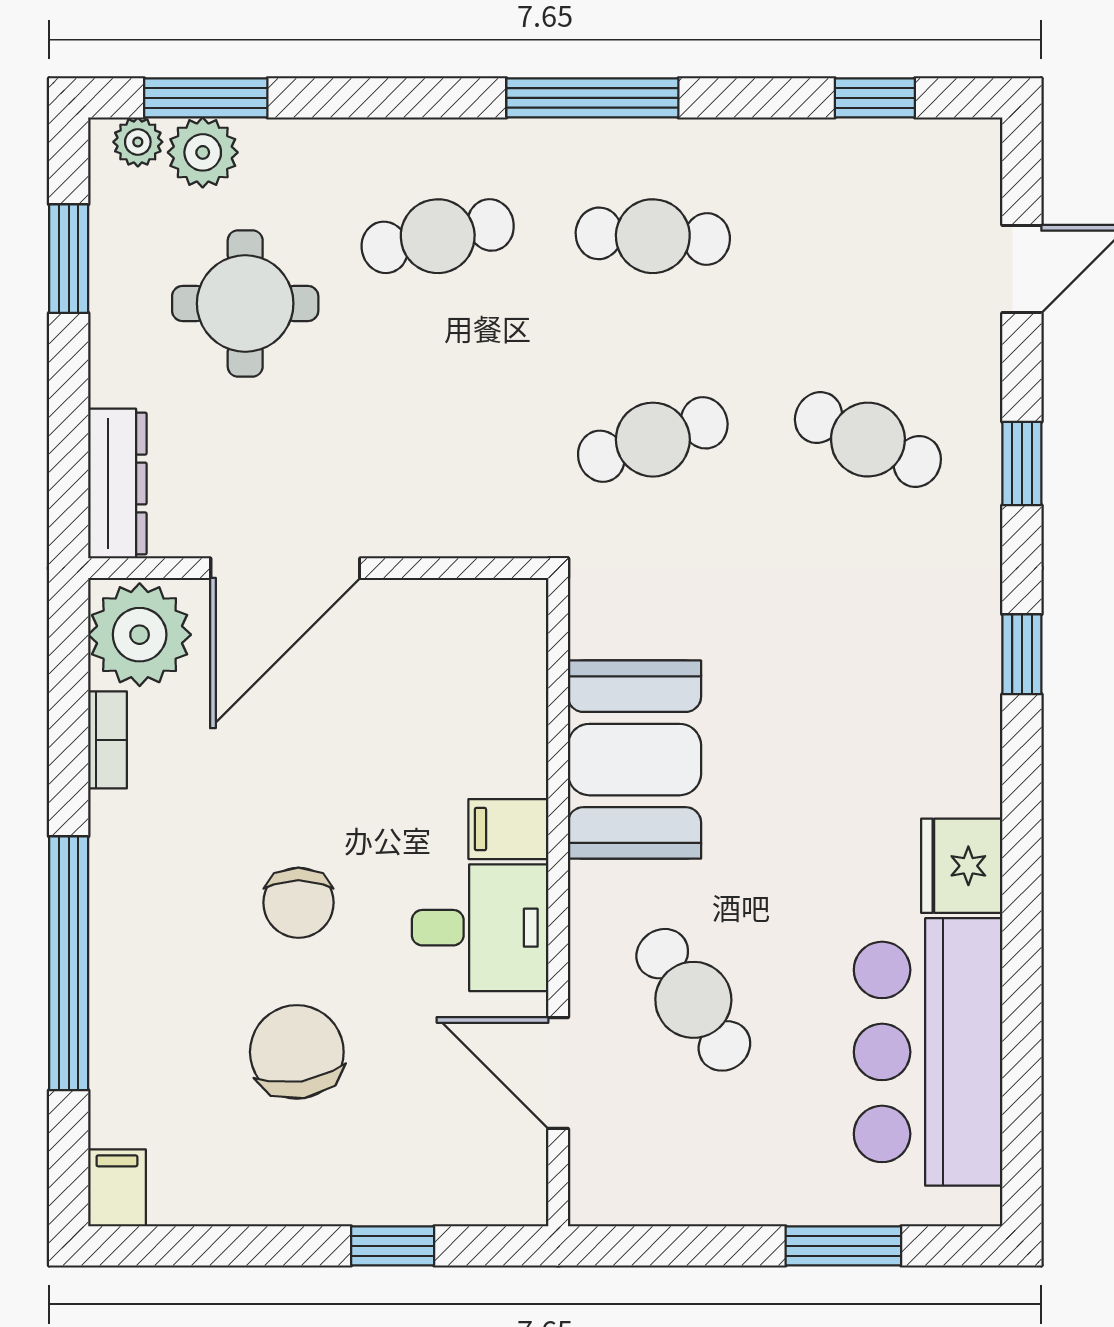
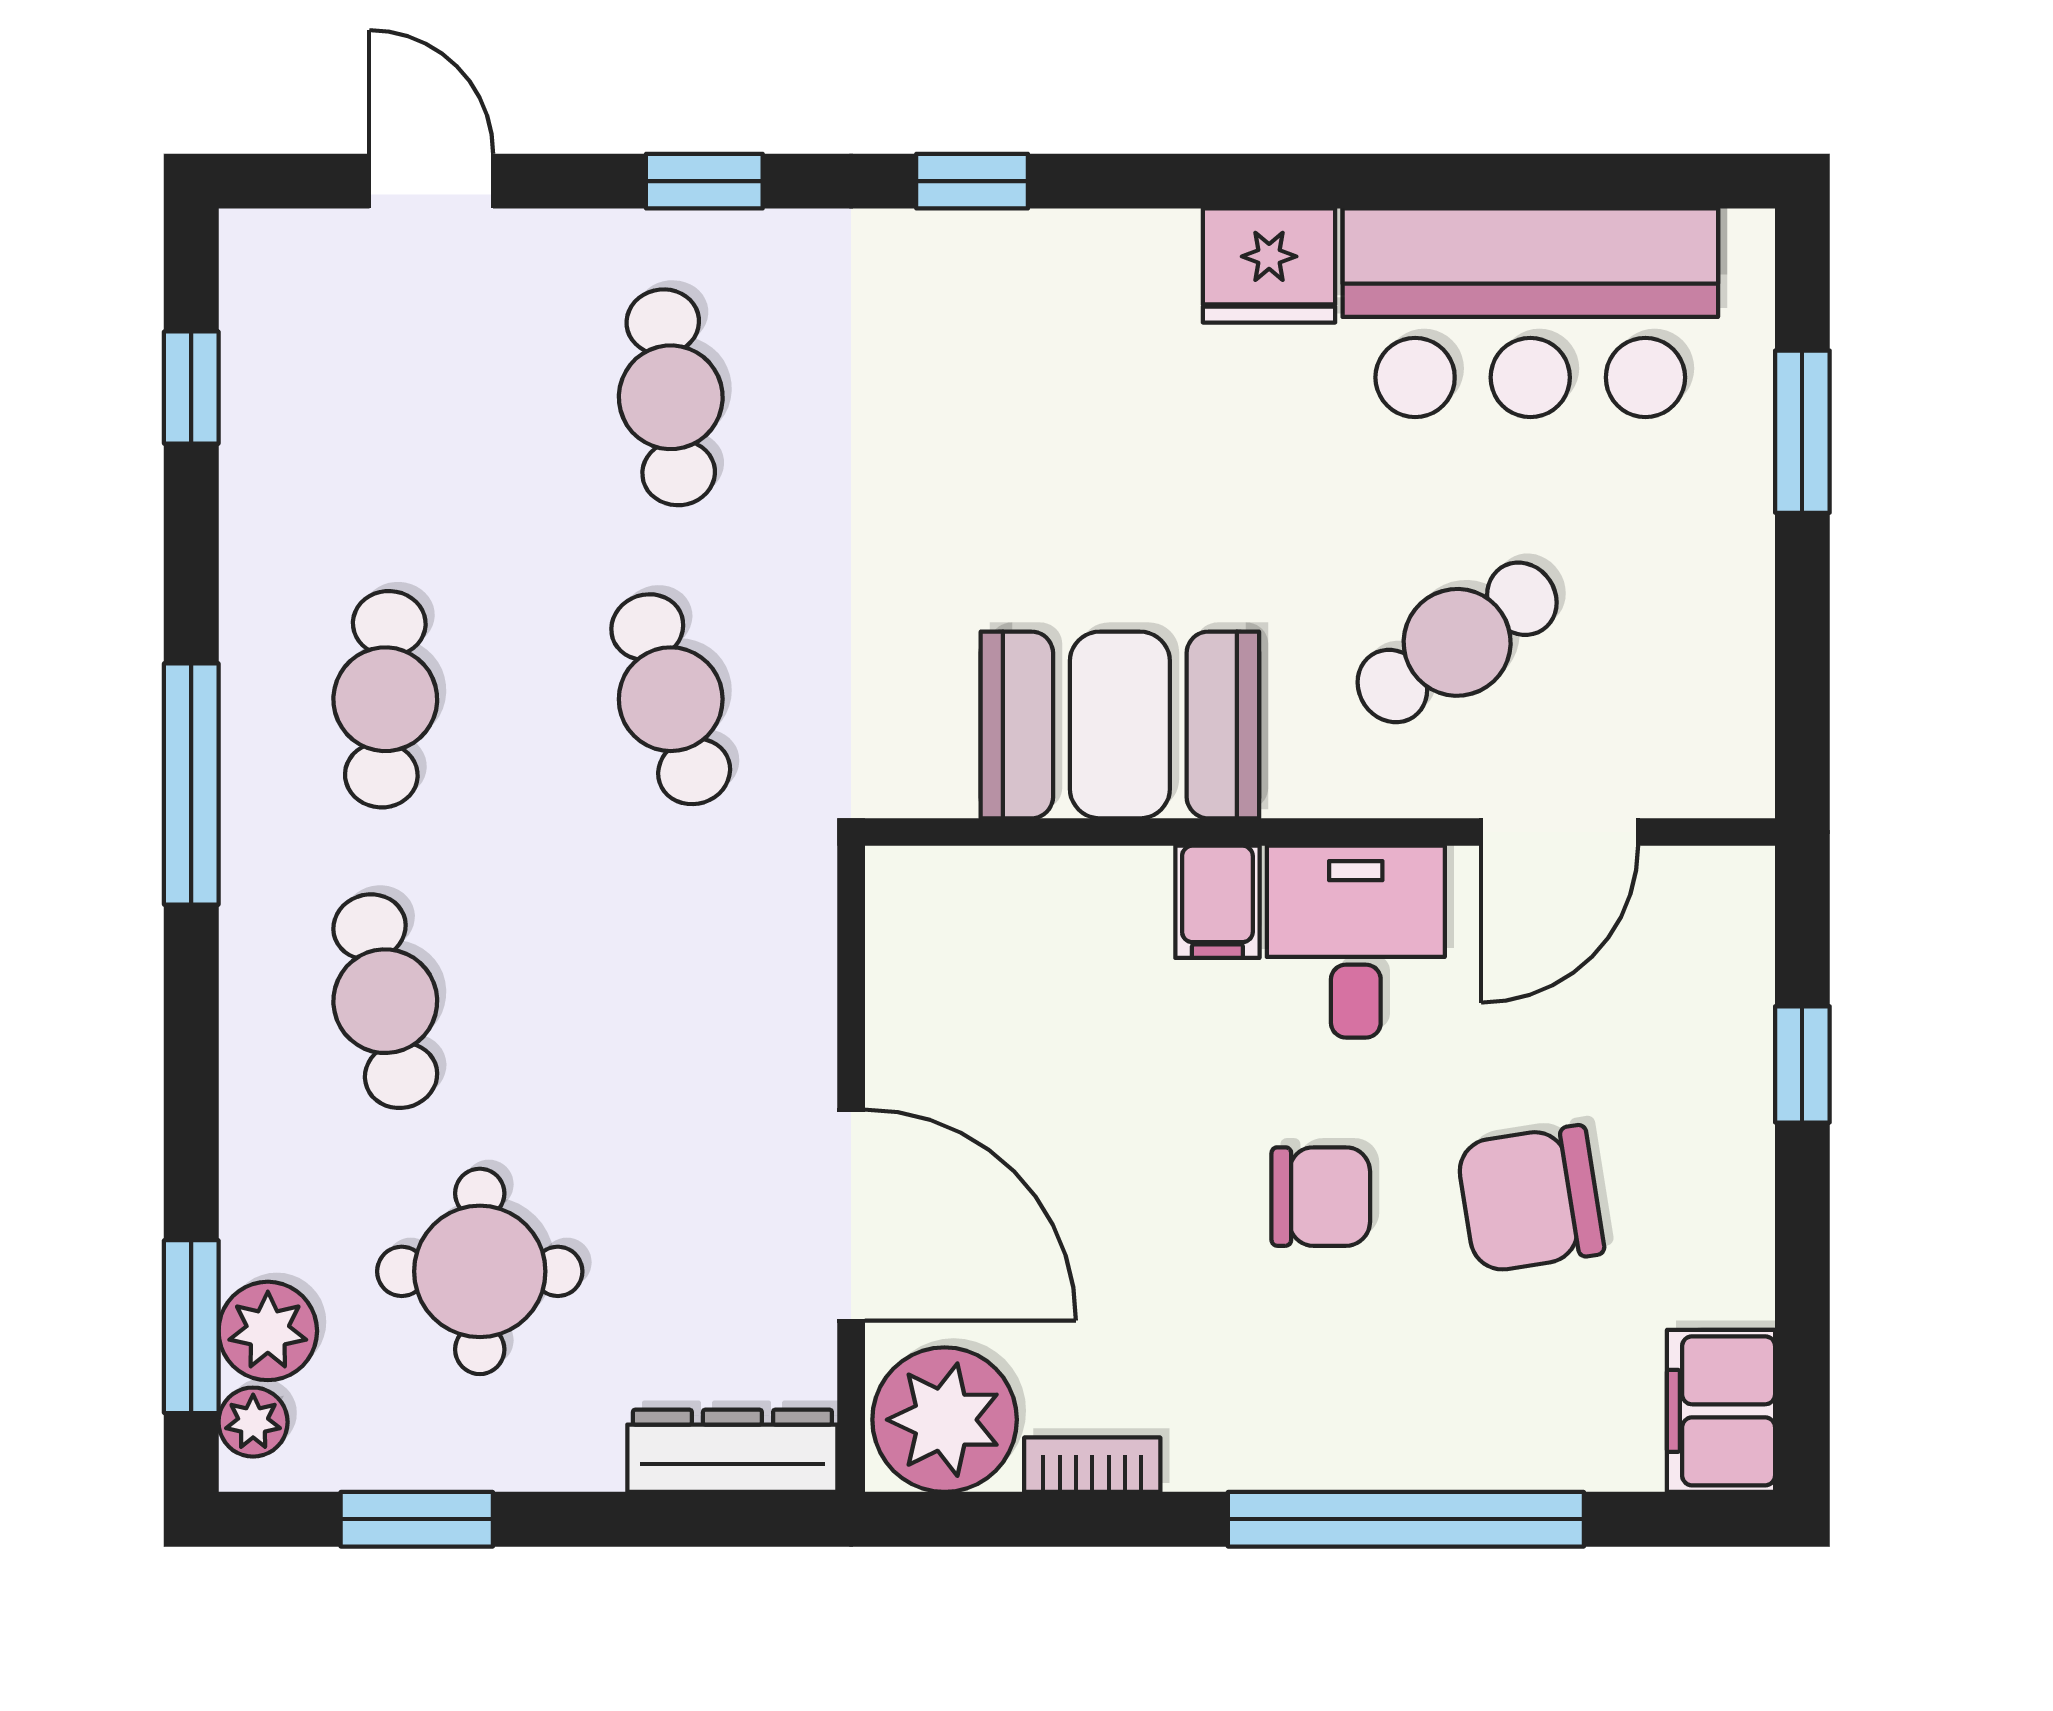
cafe table: (868, 440) -> (671, 397), turned -30
filing cabinet: (117, 1188) -> (1721, 1411), width x2.00

